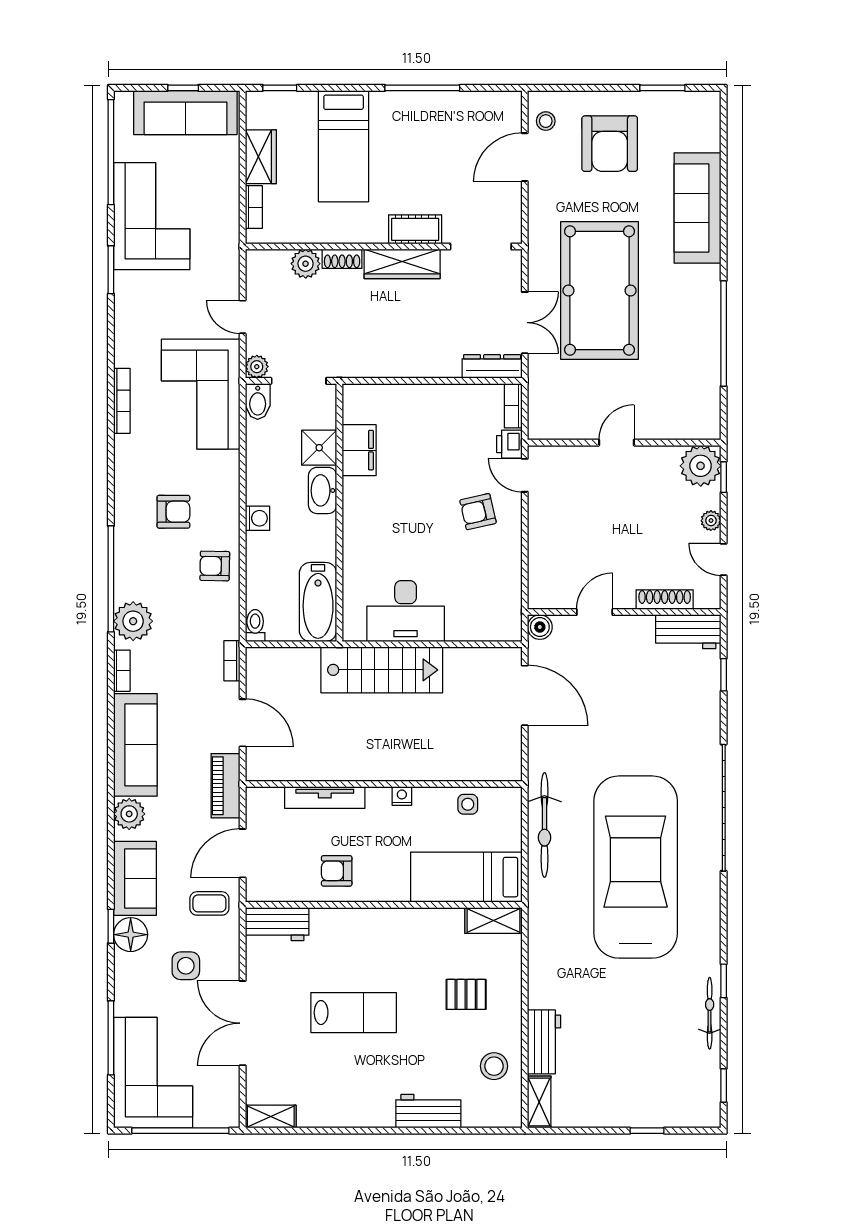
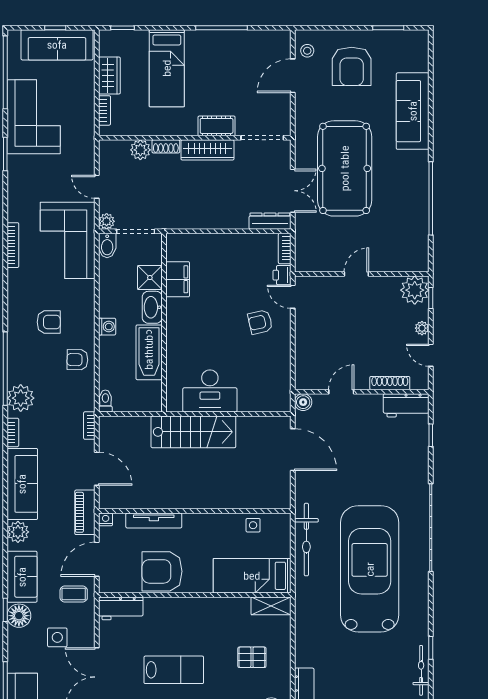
bathtub: (318, 602) -> (149, 352), moved
nightstand: (402, 796) -> (106, 519), moved
armchair: (337, 871) -> (162, 571), width x1.88, depth x1.88

